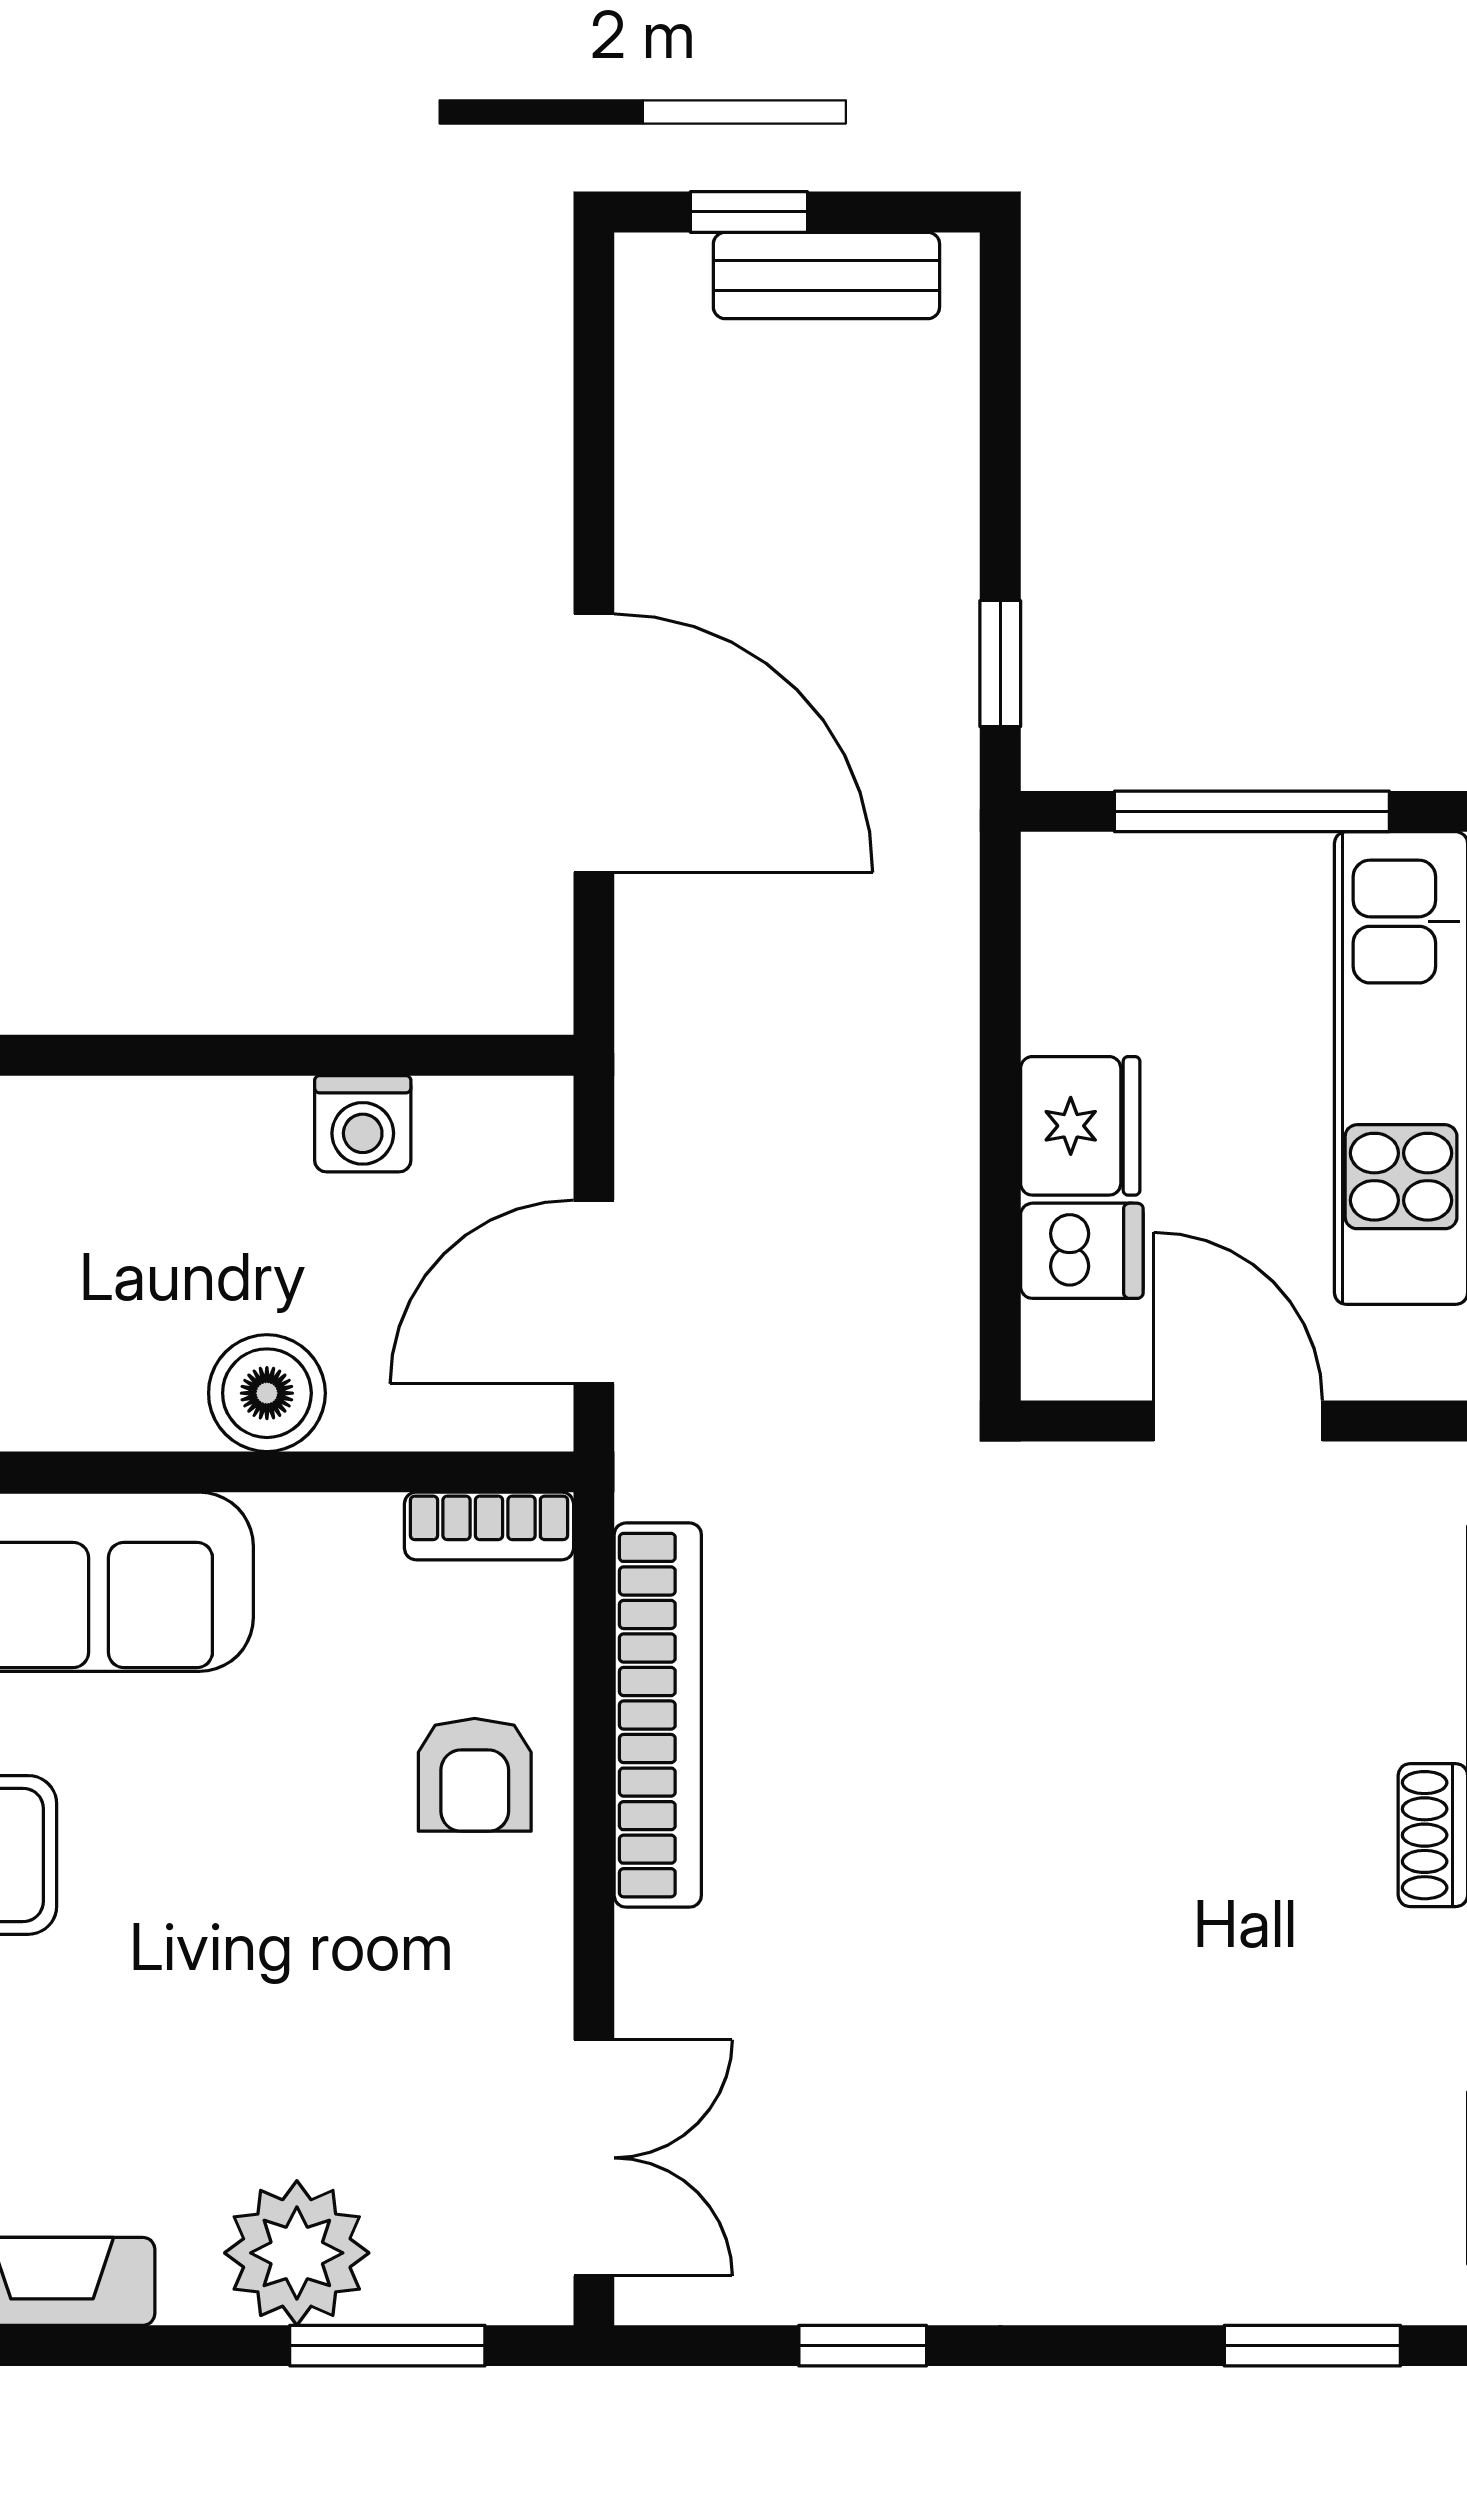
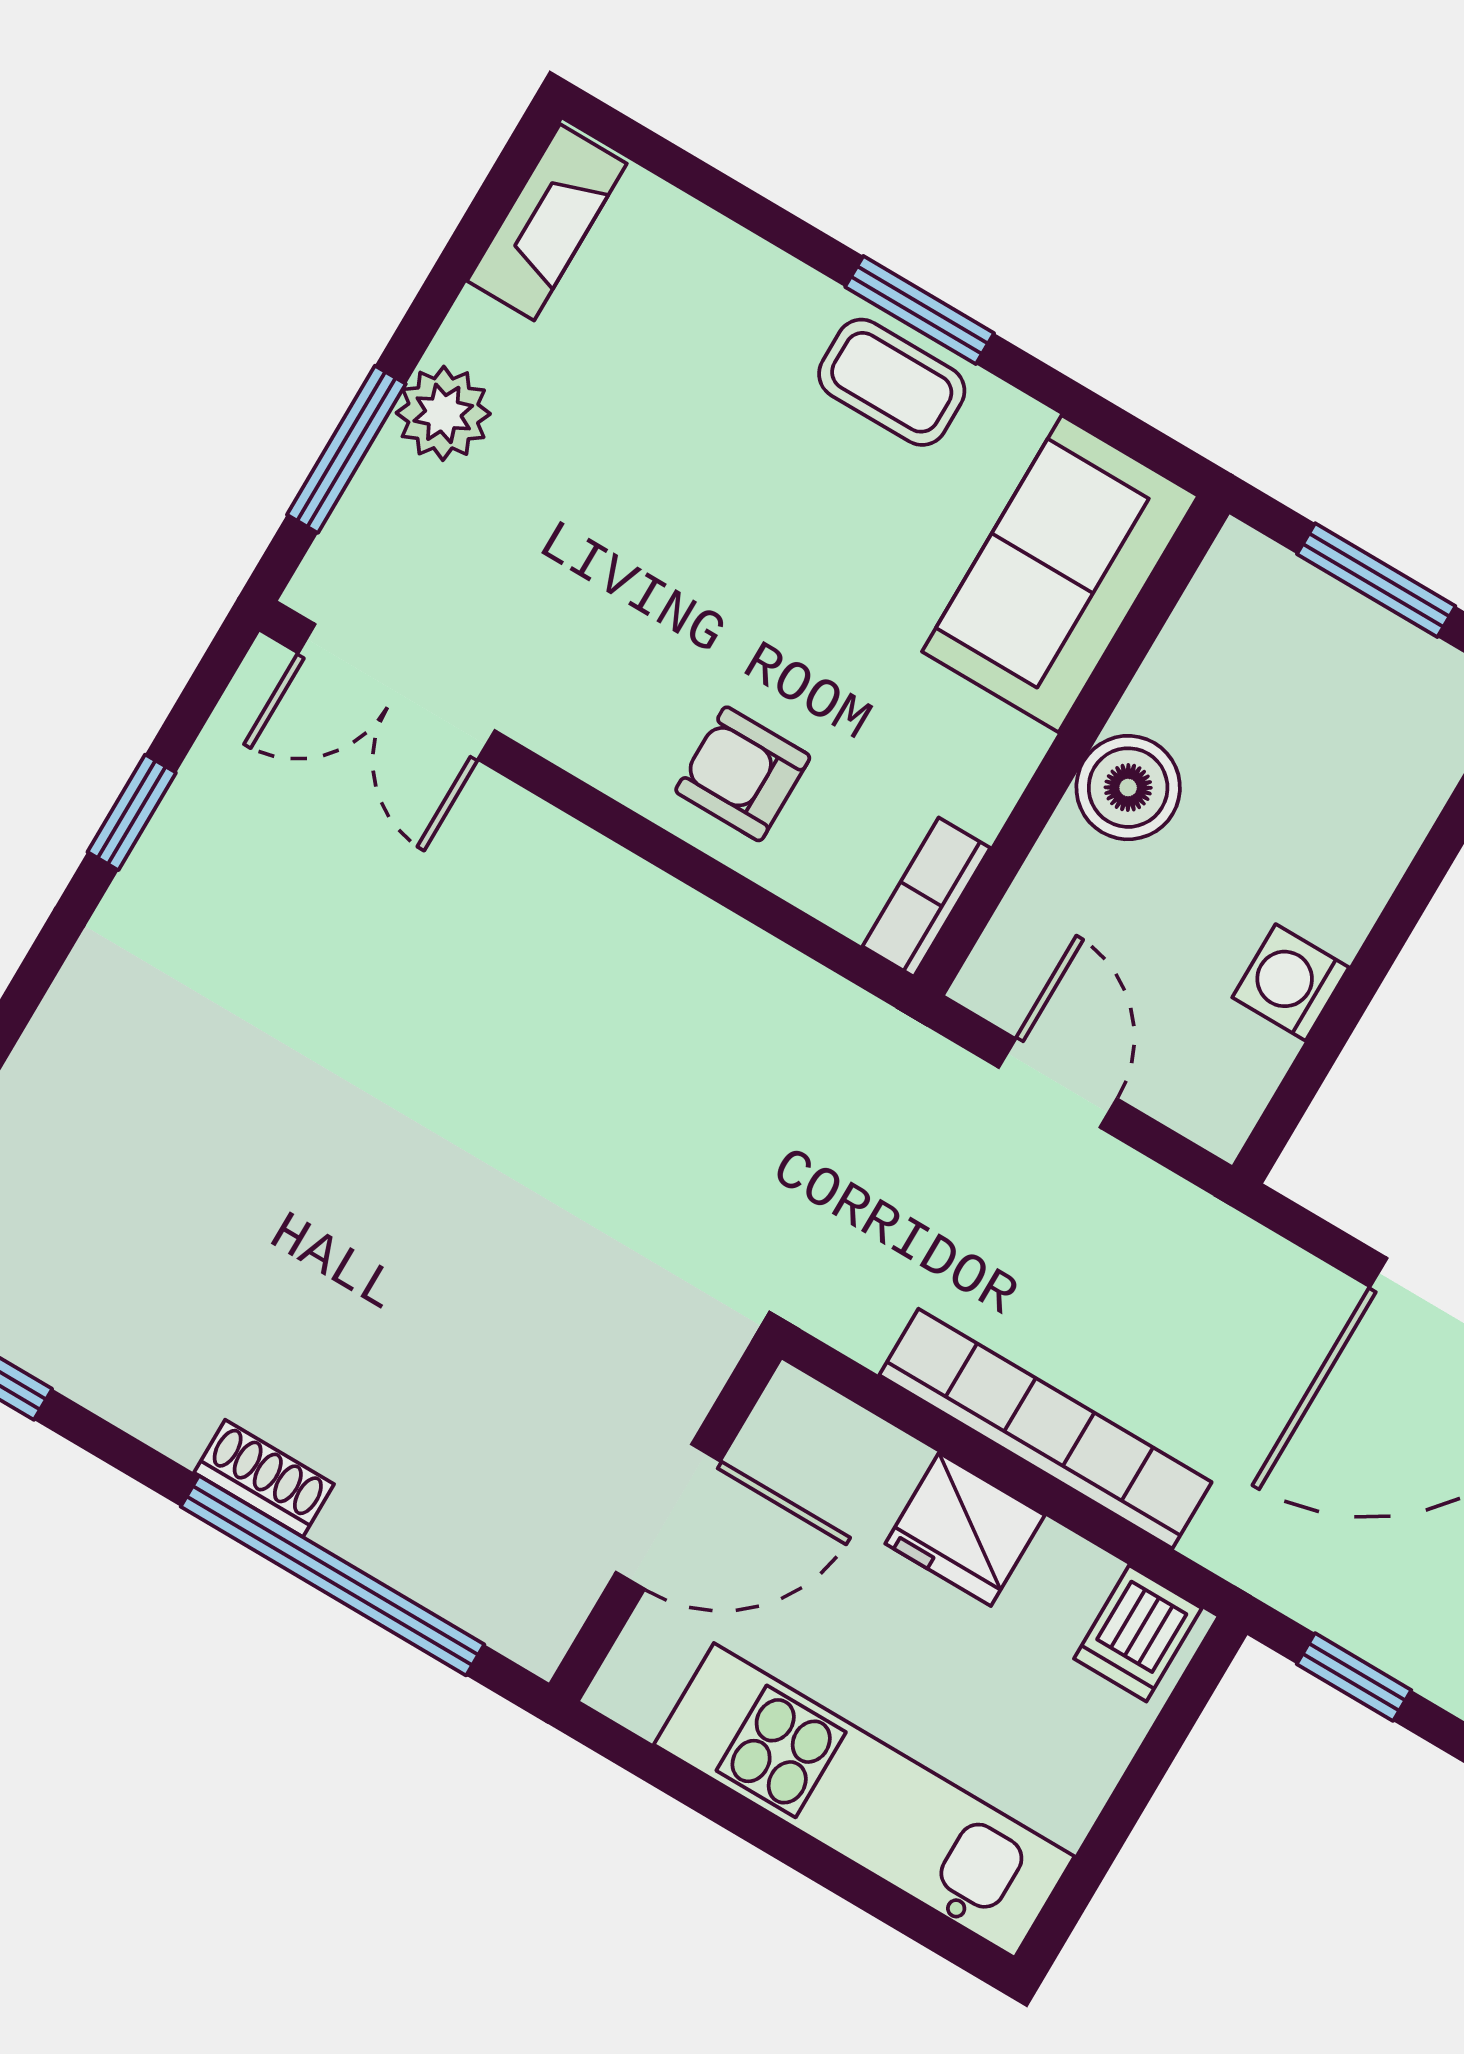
window: (1252, 811) -> (1127, 1802), removed
dishwasher: (1082, 1251) -> (1138, 1633), moved
door: (594, 1292) -> (1058, 1083), width x0.73
bookcase: (658, 1715) -> (1045, 1429), moved, turned 180
plant: (297, 2253) -> (443, 413), width x0.73, depth x0.73

